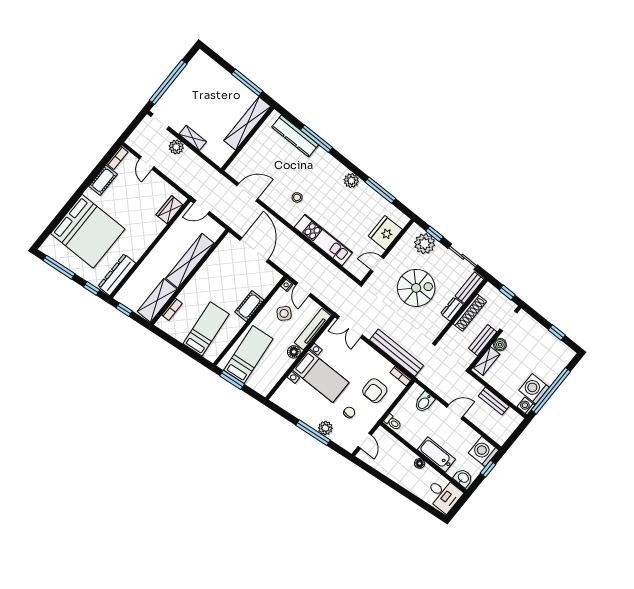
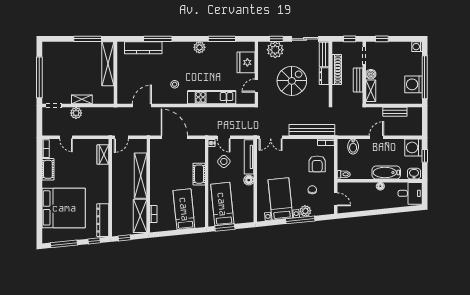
window: (557, 333) -> (382, 39), moved
bed with nightstands: (321, 376) -> (280, 199), moved, turned -96
washing machine: (526, 406) -> (417, 47), moved

